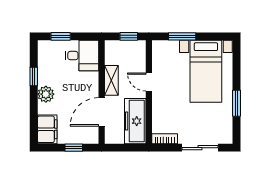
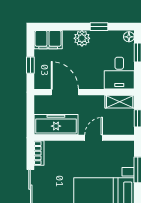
floor lamp: (44, 46) -> (129, 37), added
shelving: (111, 80) -> (120, 102), moved

